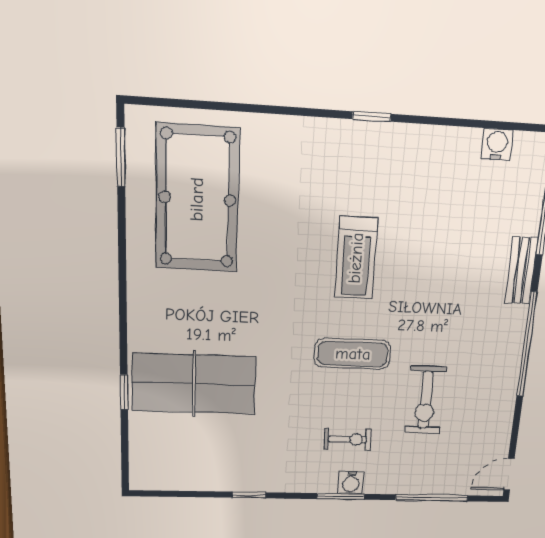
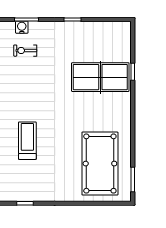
exercise mat: (353, 354) -> (26, 95), removed

